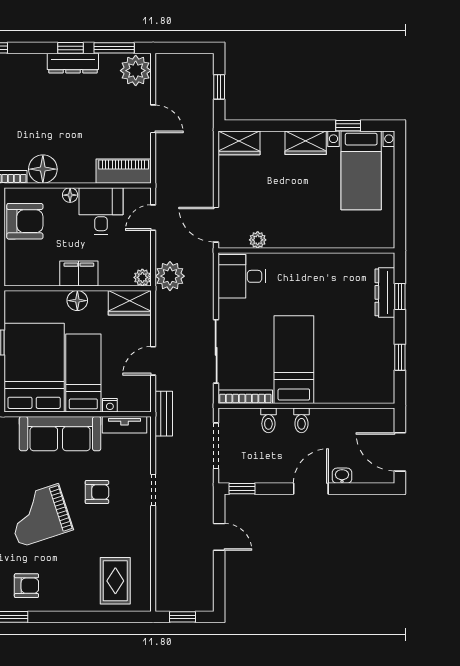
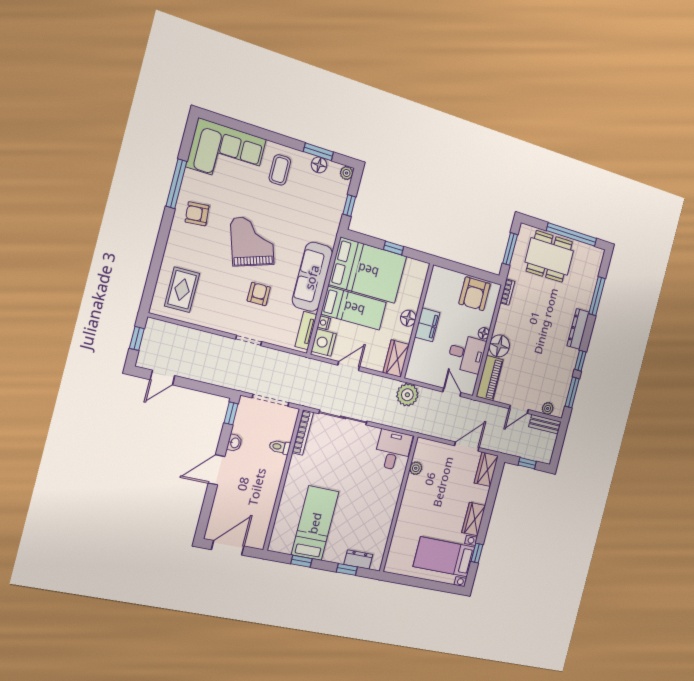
dresser: (73, 63) -> (578, 329), moved
plant: (136, 71) -> (548, 408), width x0.53, depth x0.53
floor lamp: (43, 169) -> (499, 346), moved
door: (216, 225) -> (467, 447), moved
plant: (142, 277) -> (412, 373), removed
dresser: (385, 292) -> (358, 559), width x0.70
bed: (294, 360) -> (315, 523), moved, turned -90
door: (153, 361) -> (349, 366), hinge flipped
nightstand: (133, 399) -> (324, 343), added
bench: (164, 414) -> (545, 424), moved
toilet: (301, 420) -> (273, 473), removed
washbasin: (342, 476) -> (235, 443), moved
door: (311, 489) -> (217, 470), swing flipped
armchair: (97, 492) -> (259, 294), turned 180
door: (219, 537) -> (162, 378), moved
rug: (115, 581) -> (182, 290), turned 90
armchair: (26, 586) -> (197, 214), turned 85

